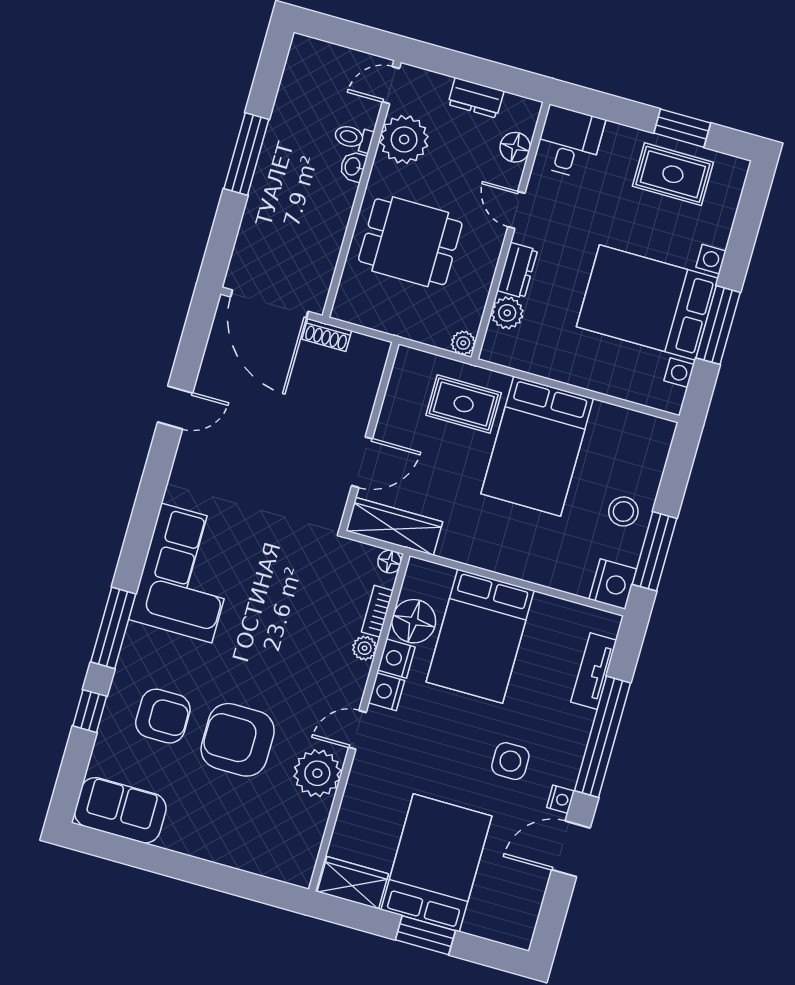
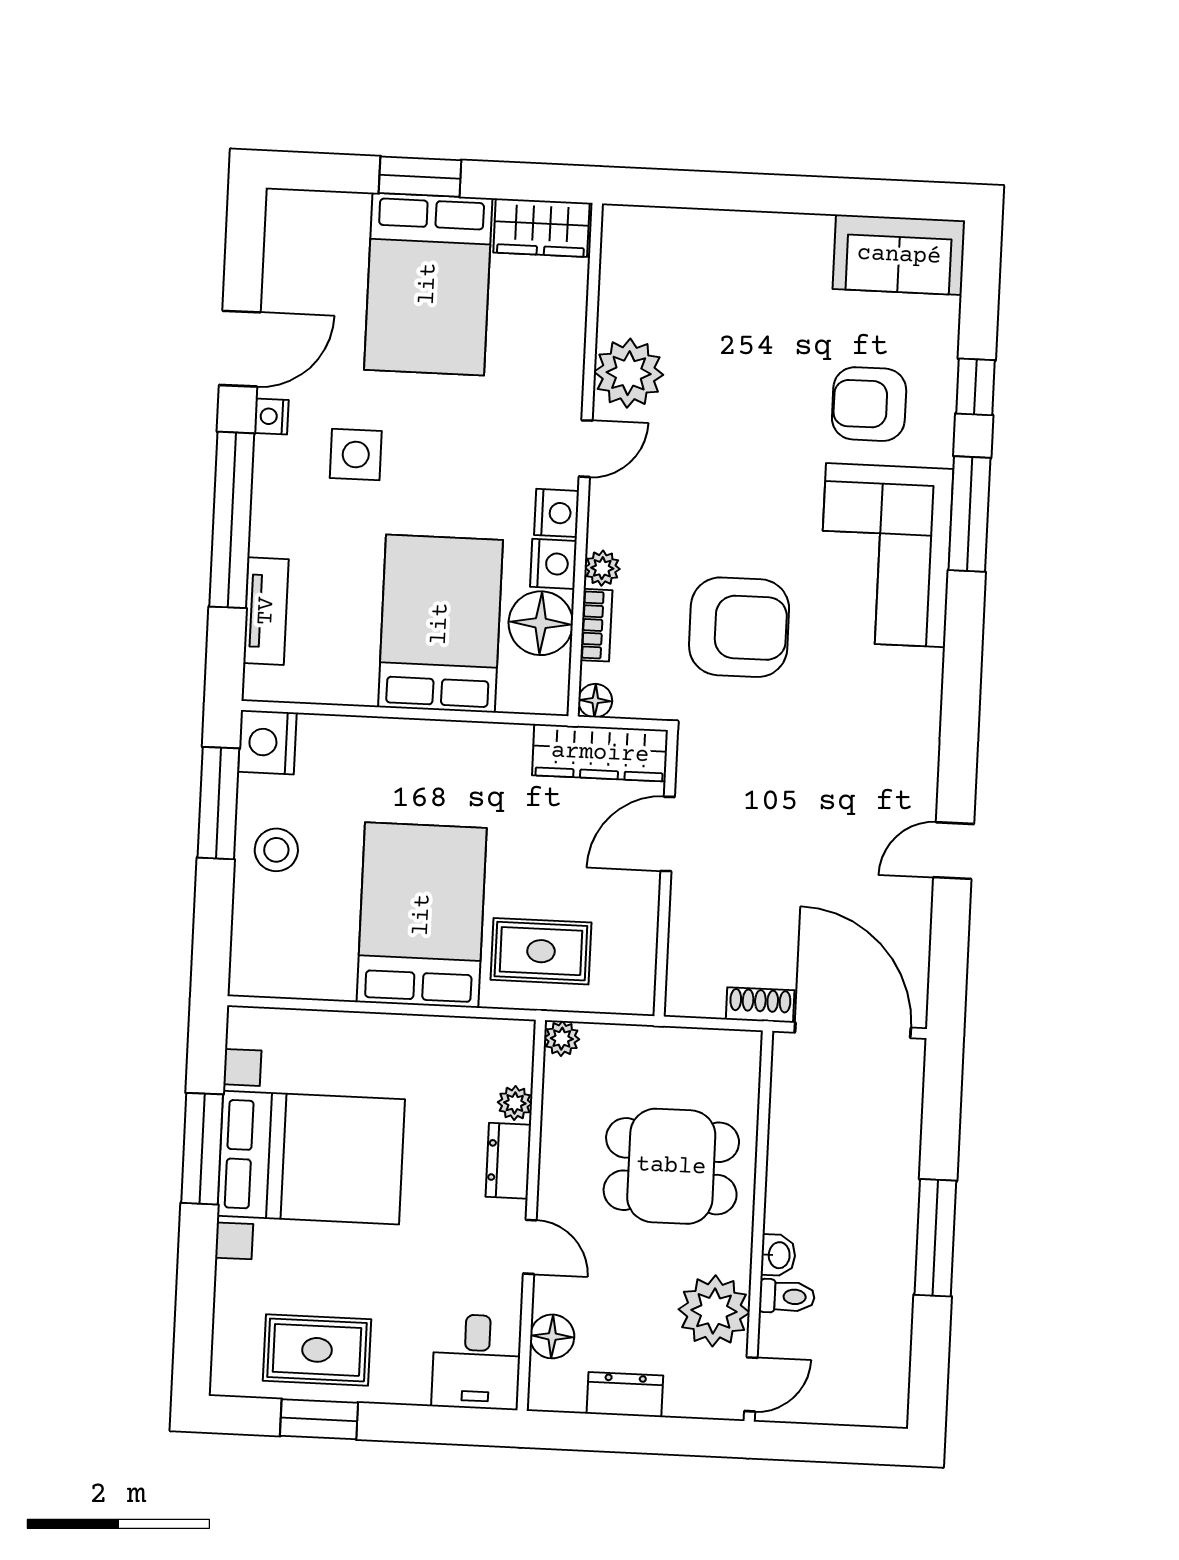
plant: (507, 313) -> (515, 1103), width x0.73, depth x0.73
corner sofa: (186, 573) -> (886, 555), moved
armchair: (238, 740) -> (739, 627), moved

